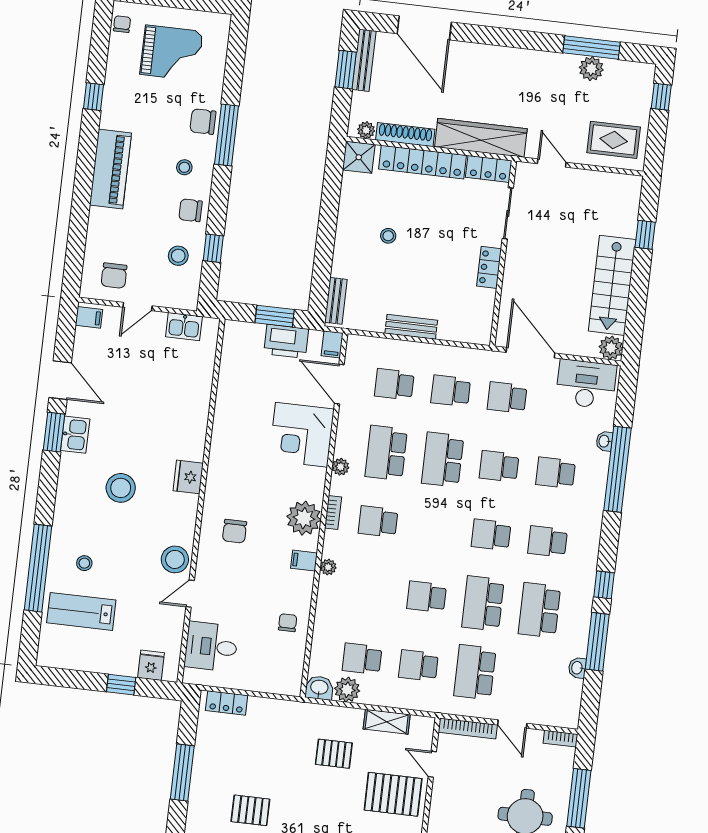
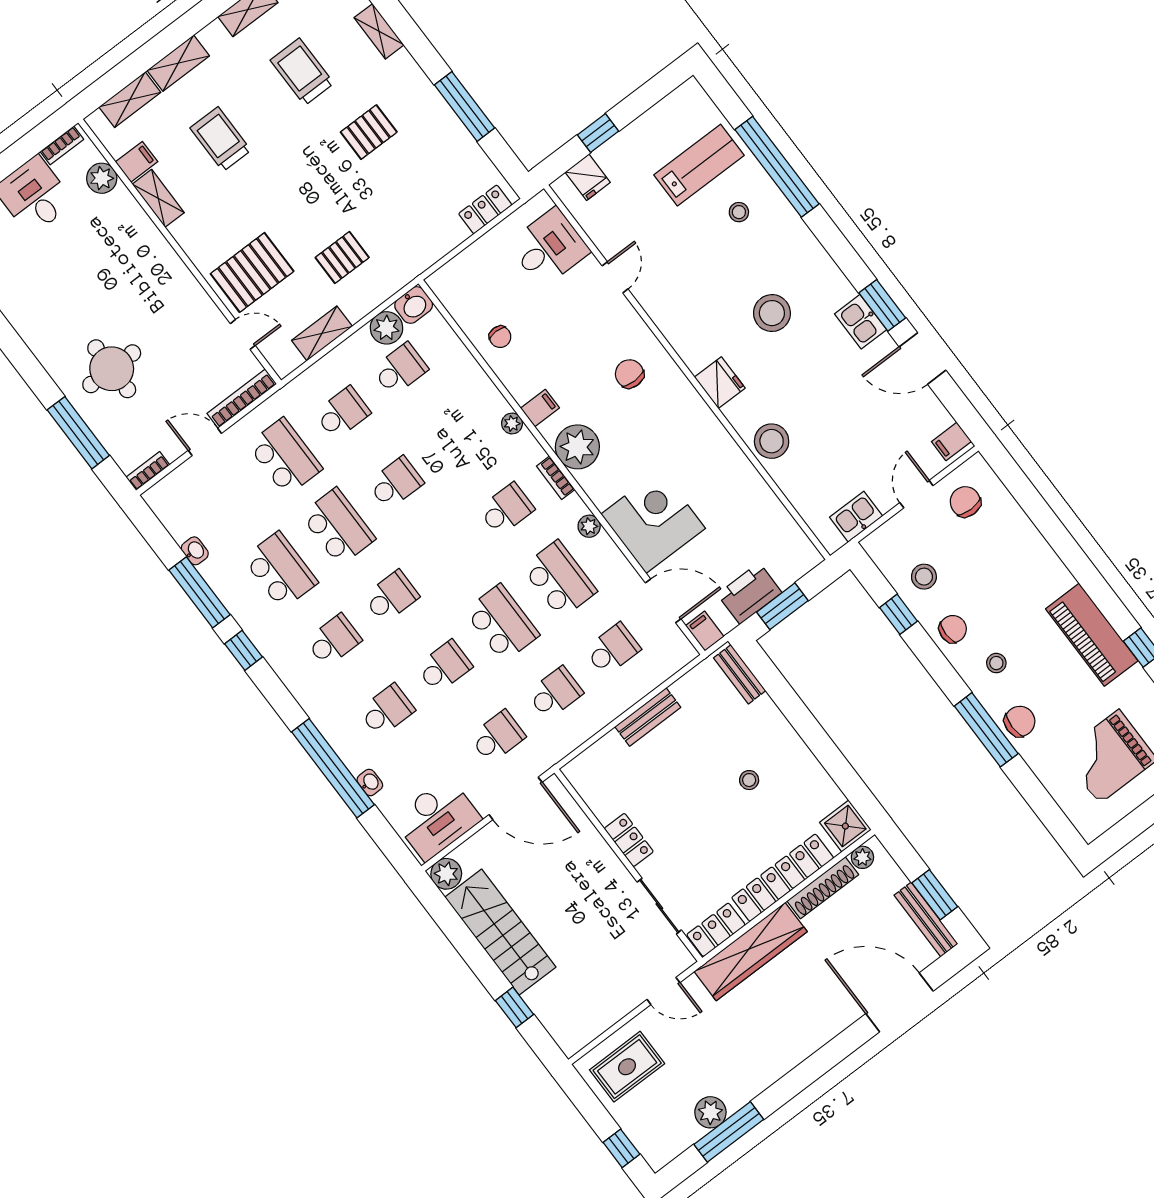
piano: (110, 169) -> (1092, 635), moved
stool: (175, 559) -> (772, 441), moved

